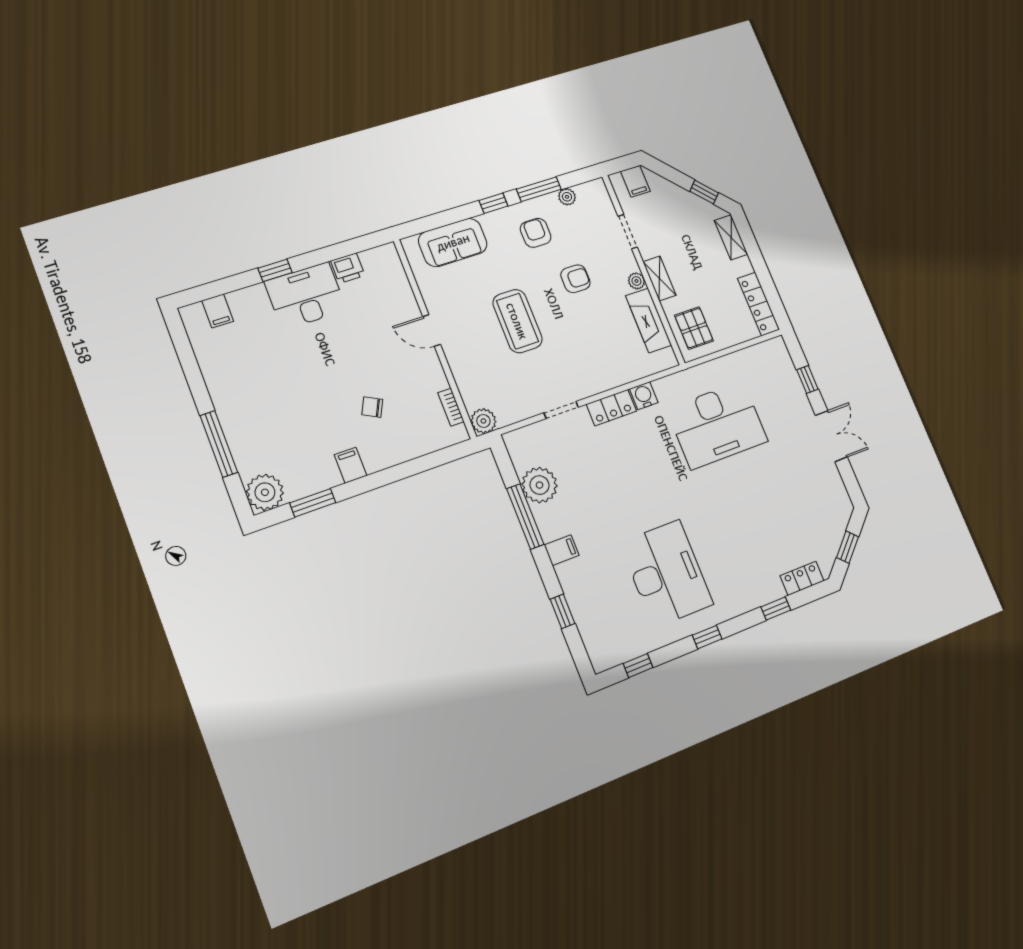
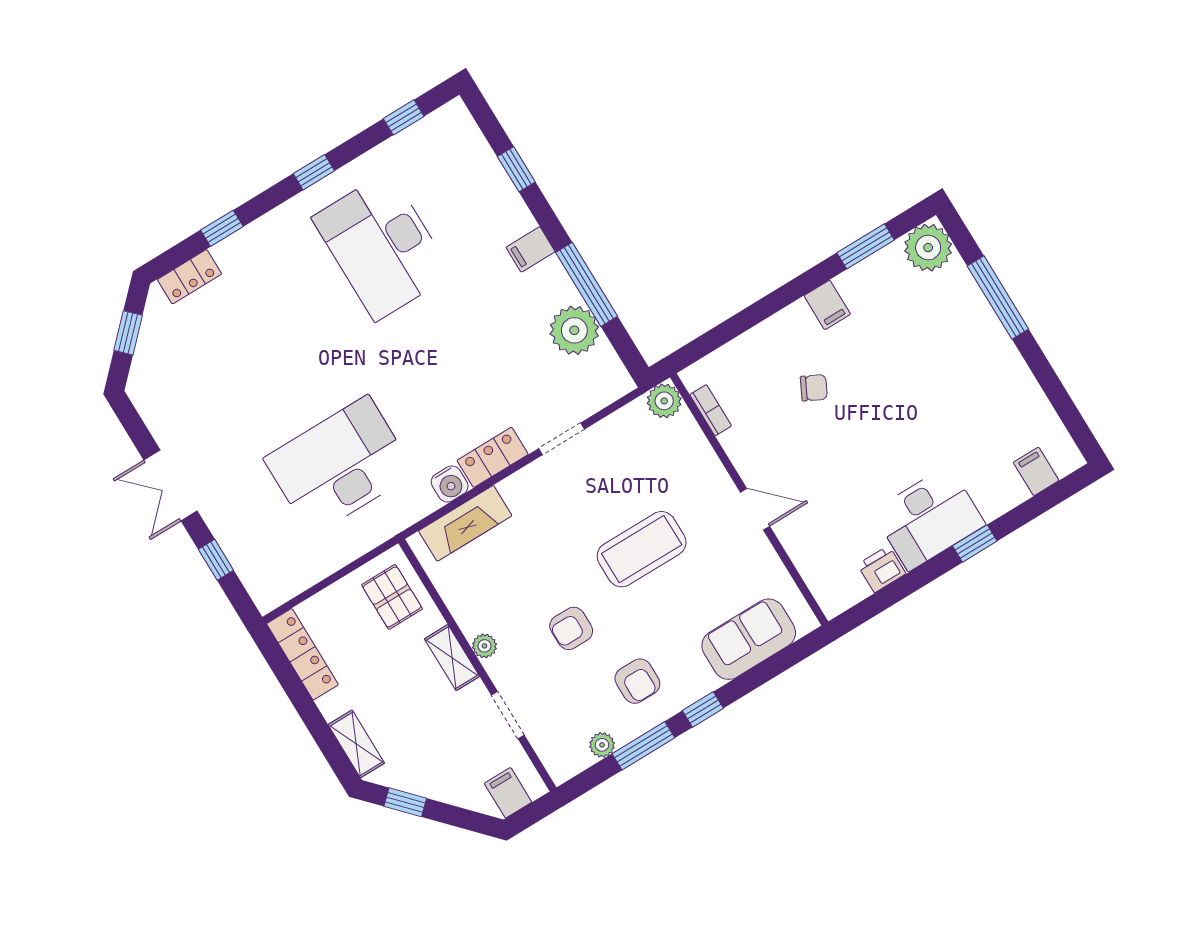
fireplace: (648, 320) -> (465, 523), moved, turned 90
coffee table: (517, 321) -> (642, 549), turned 90

